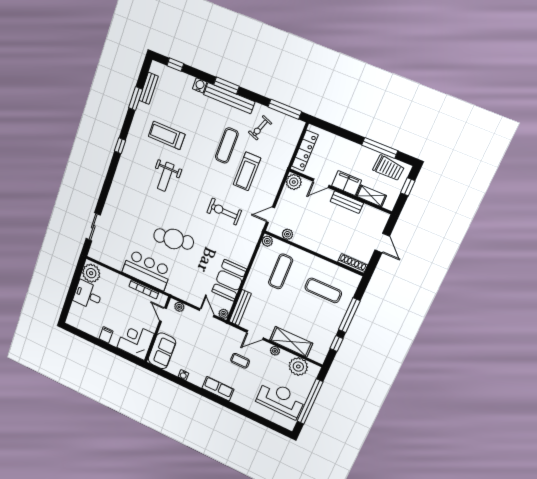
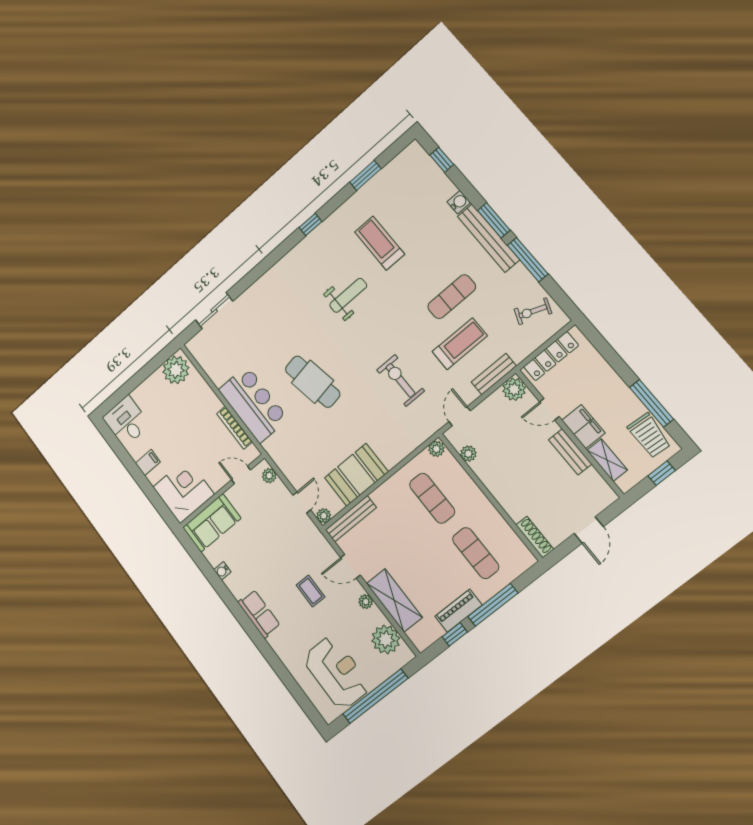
bench: (149, 88) -> (494, 374), moved
window: (285, 109) -> (528, 260), moved
exercise bike: (260, 128) -> (533, 311), moved
treadmill: (247, 171) -> (460, 344), turned 180
weight bench: (166, 177) -> (348, 295), turned 180
door: (270, 215) -> (460, 416), hinge flipped
exercise mat: (281, 271) -> (432, 498), turned 90
desk: (88, 295) -> (126, 421), moved
door: (163, 315) -> (241, 475), hinge flipped
piano: (331, 329) -> (458, 611), added

